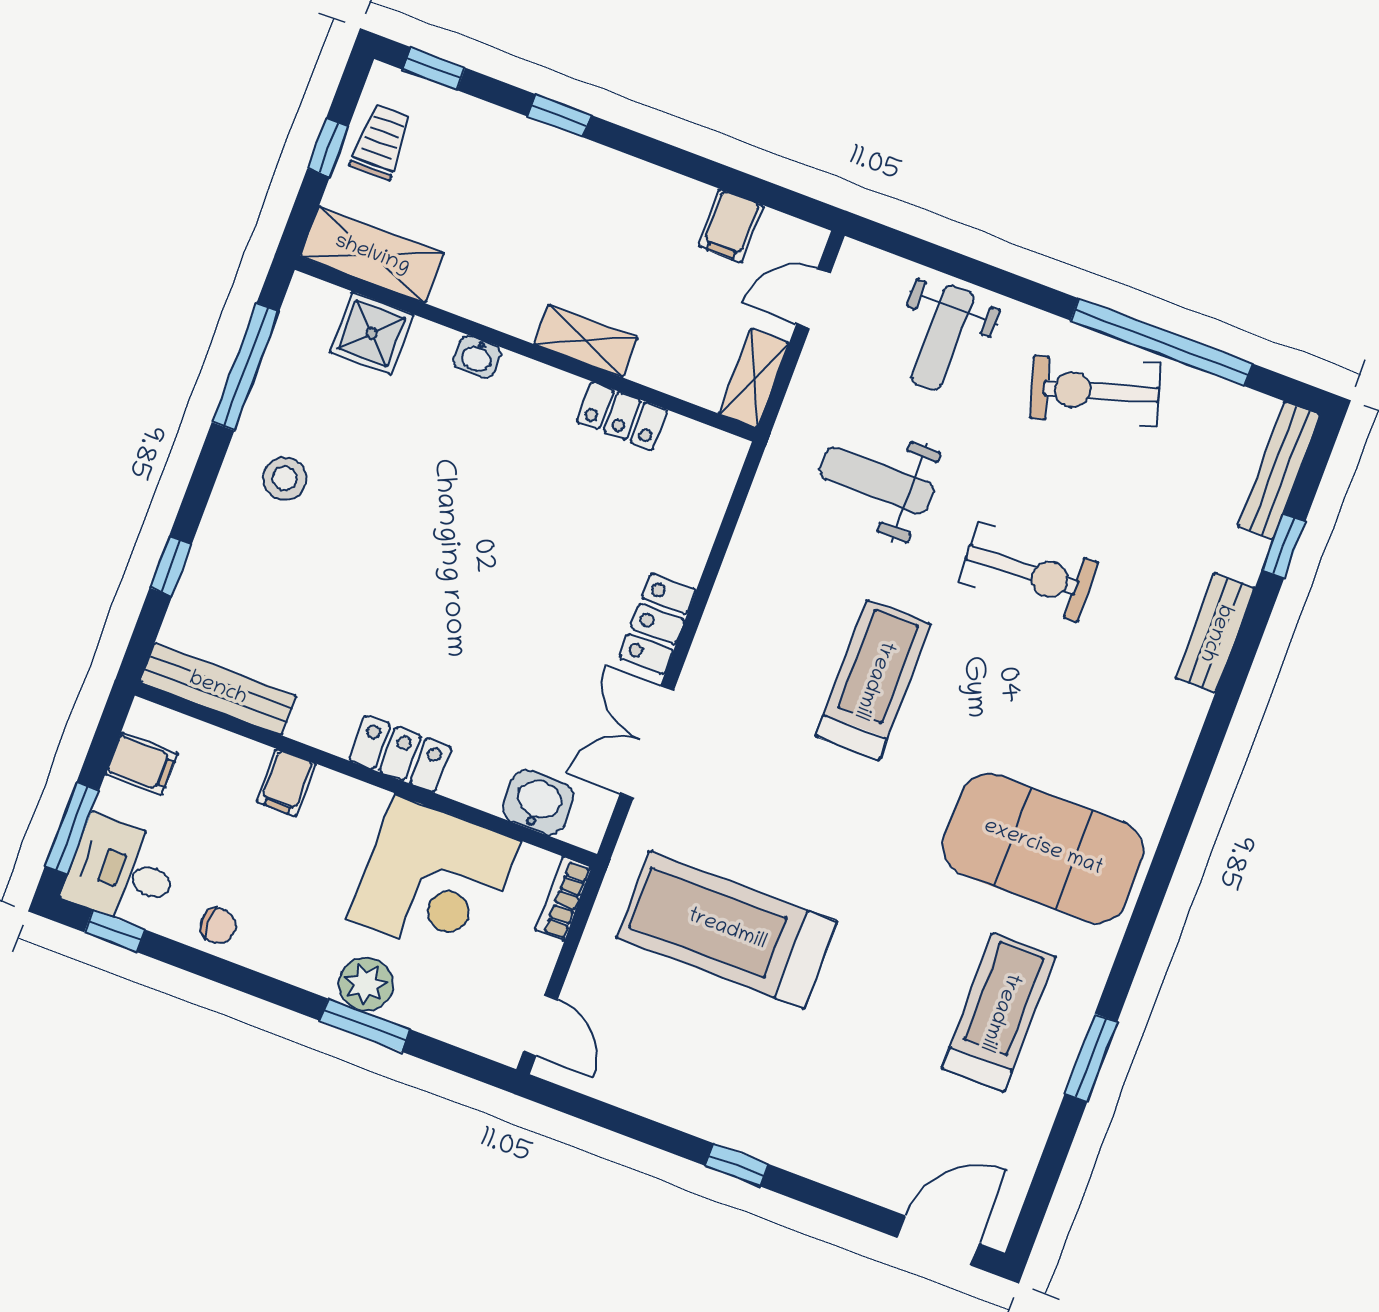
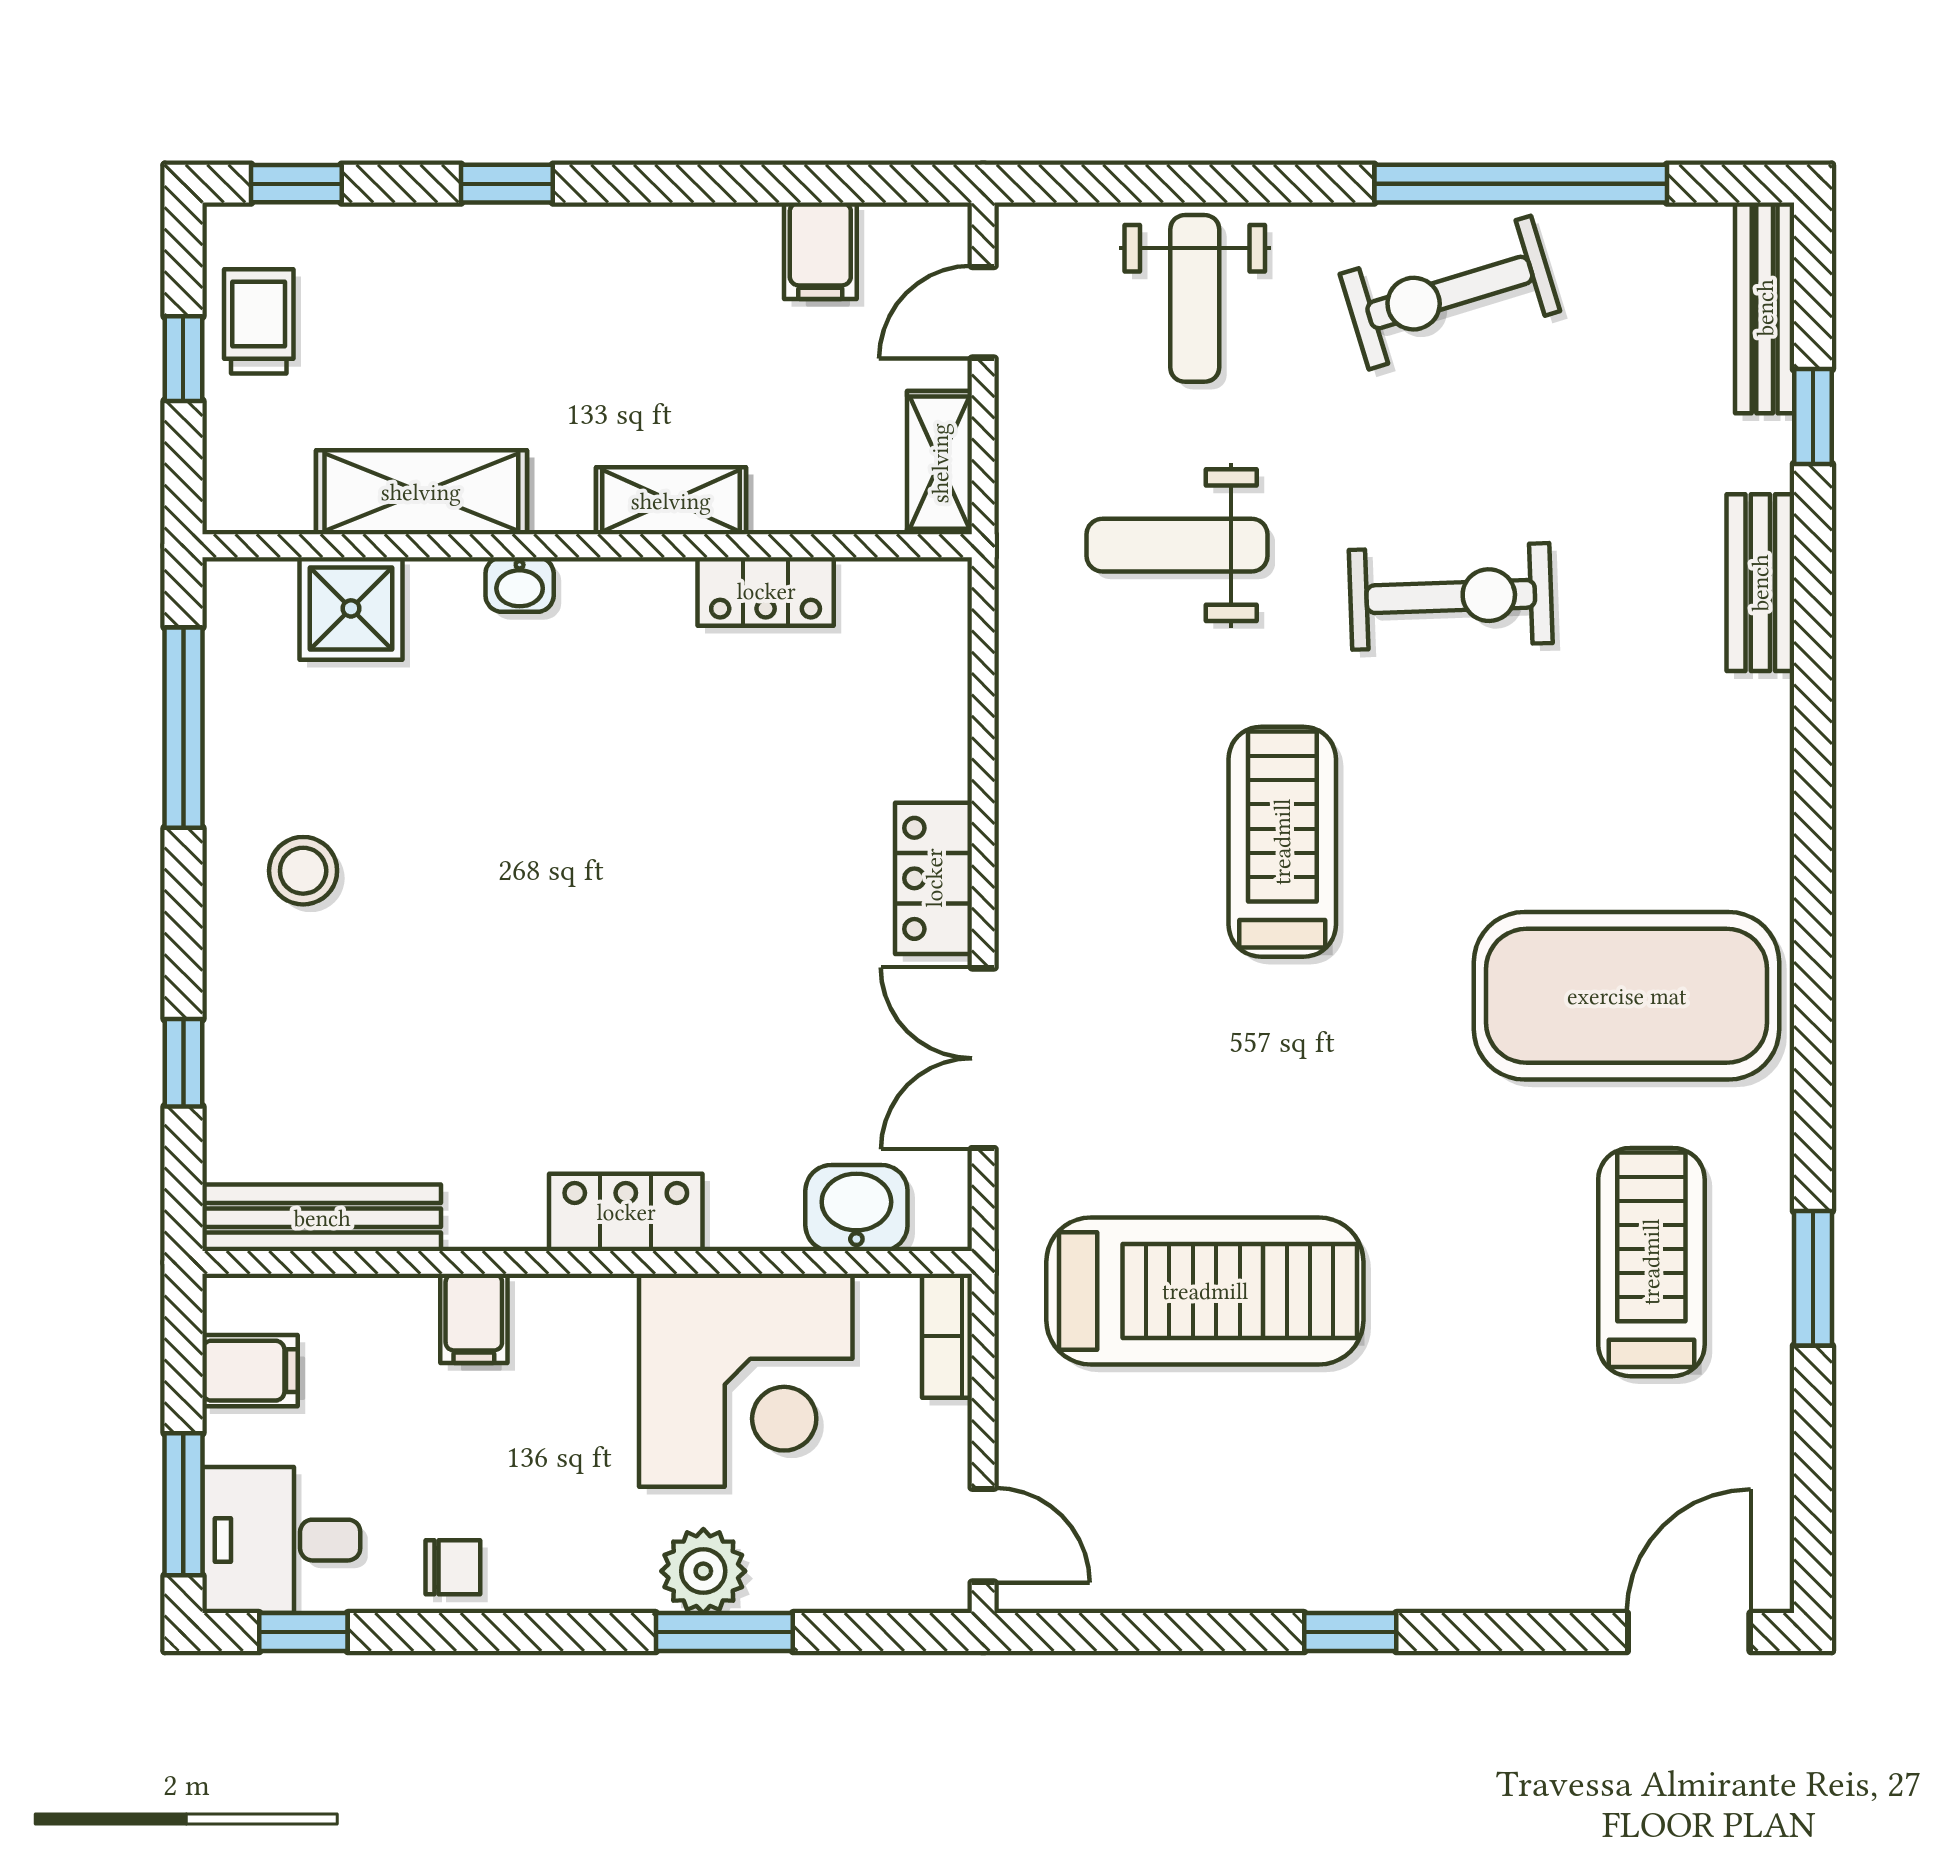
shelving: (372, 255) -> (421, 492), moved
treadmill: (727, 930) -> (1205, 1291), turned 180

